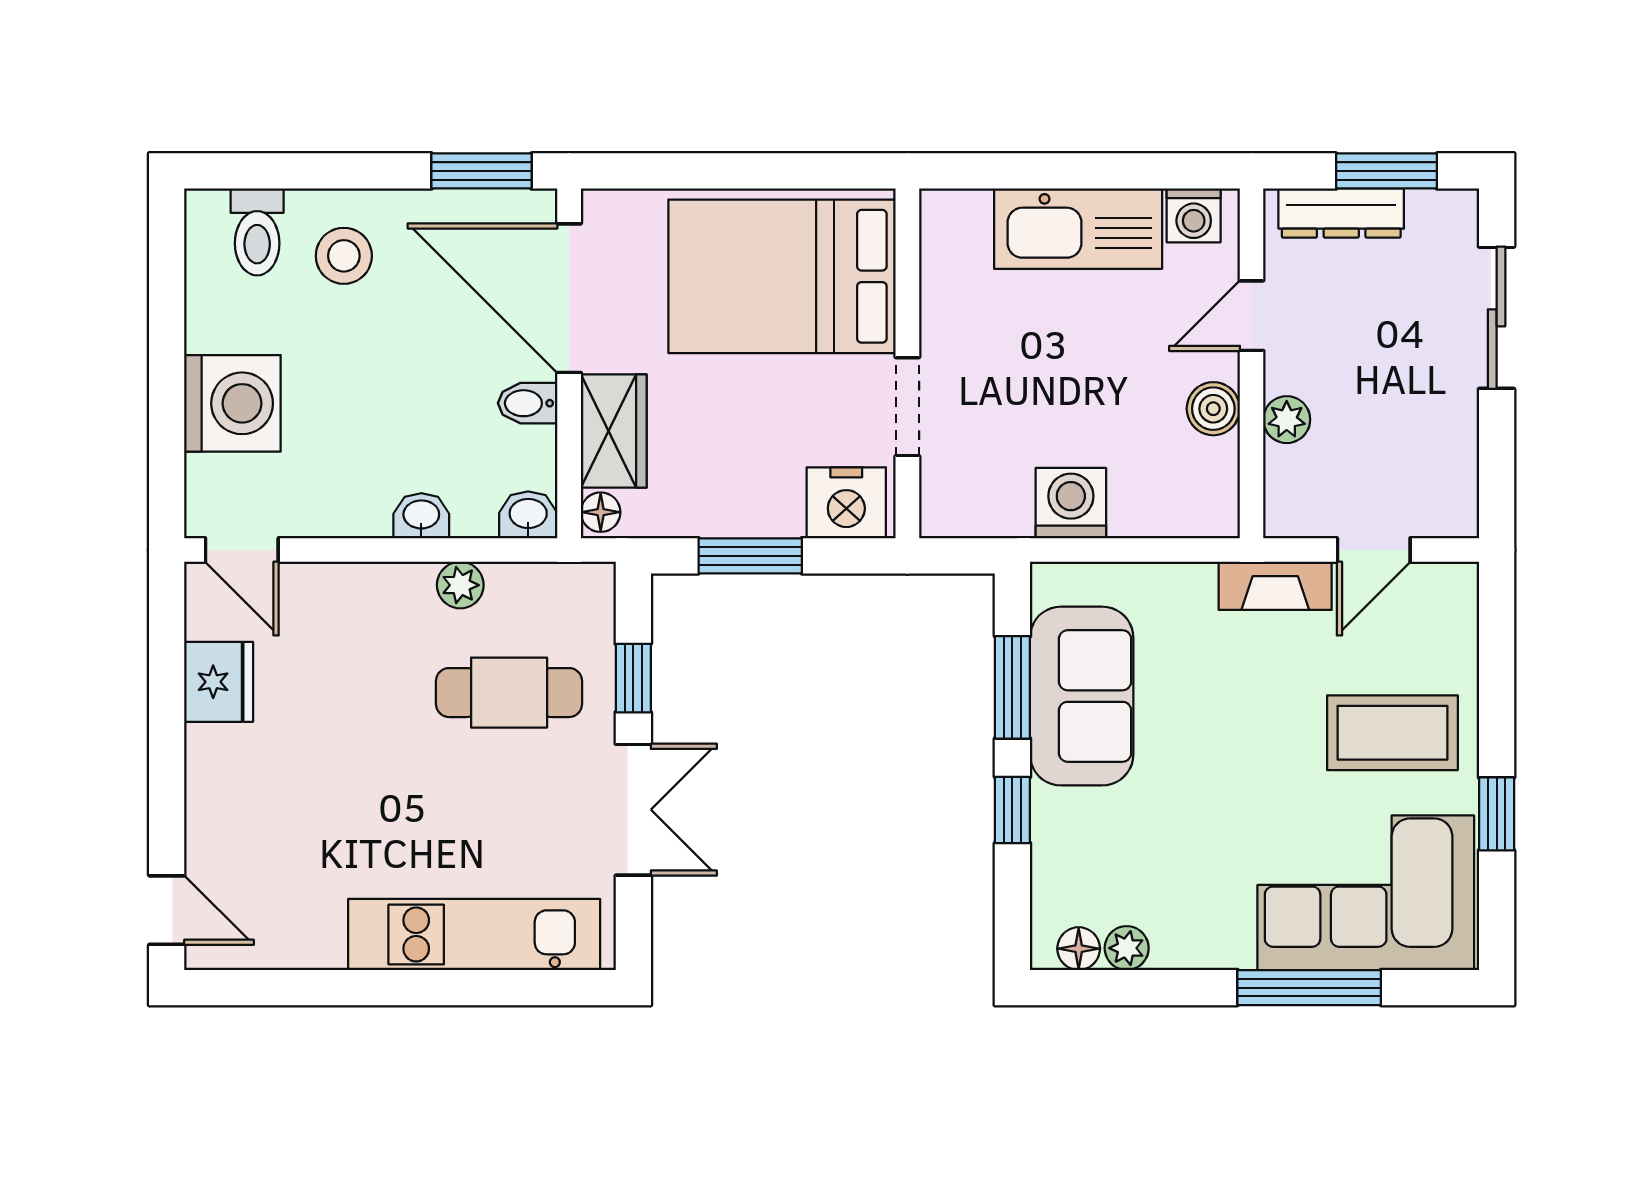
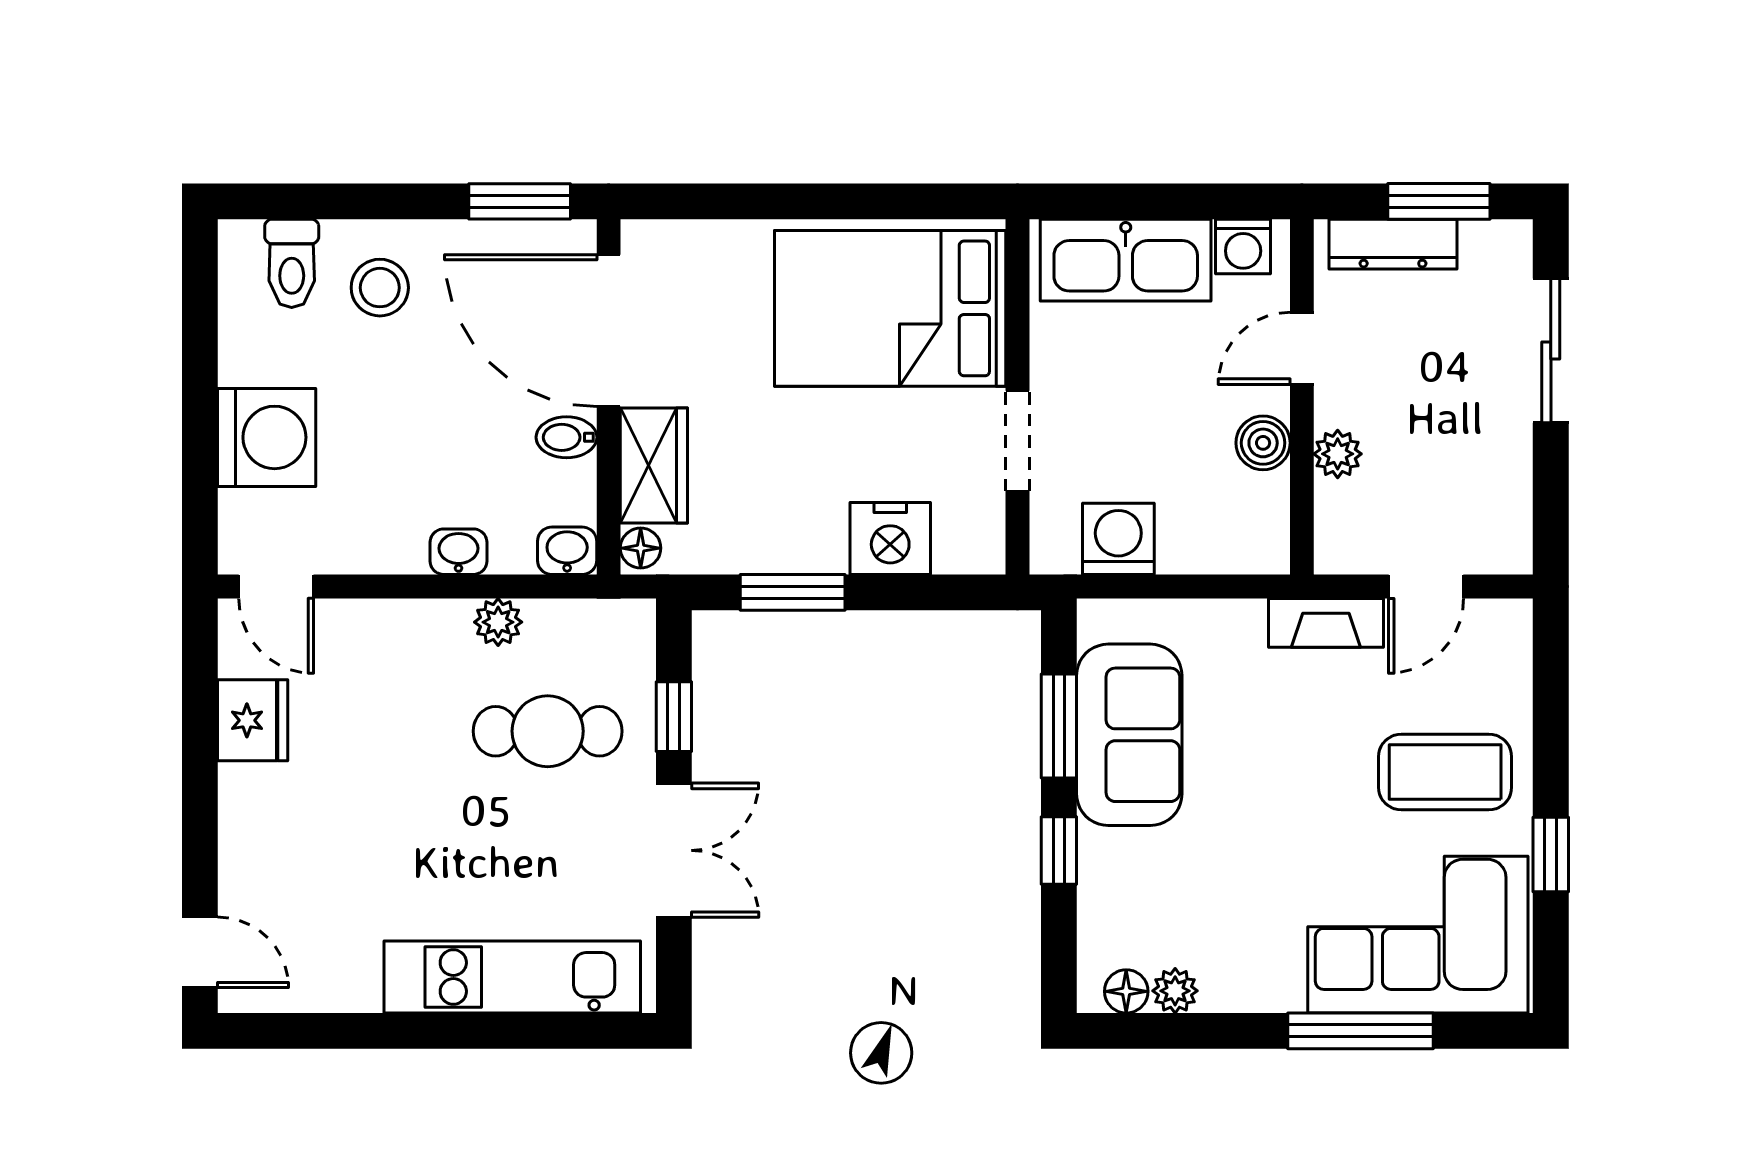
bed: (782, 276) -> (890, 308), moved
wall: (907, 363) -> (1017, 397), moved
doorway: (907, 407) -> (1017, 441), moved

